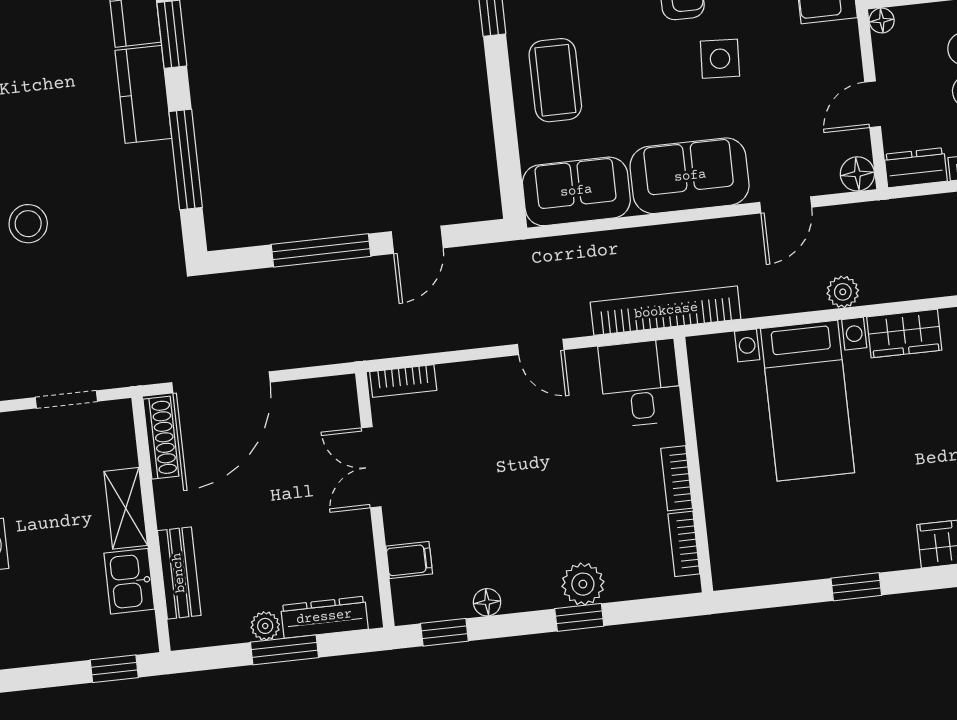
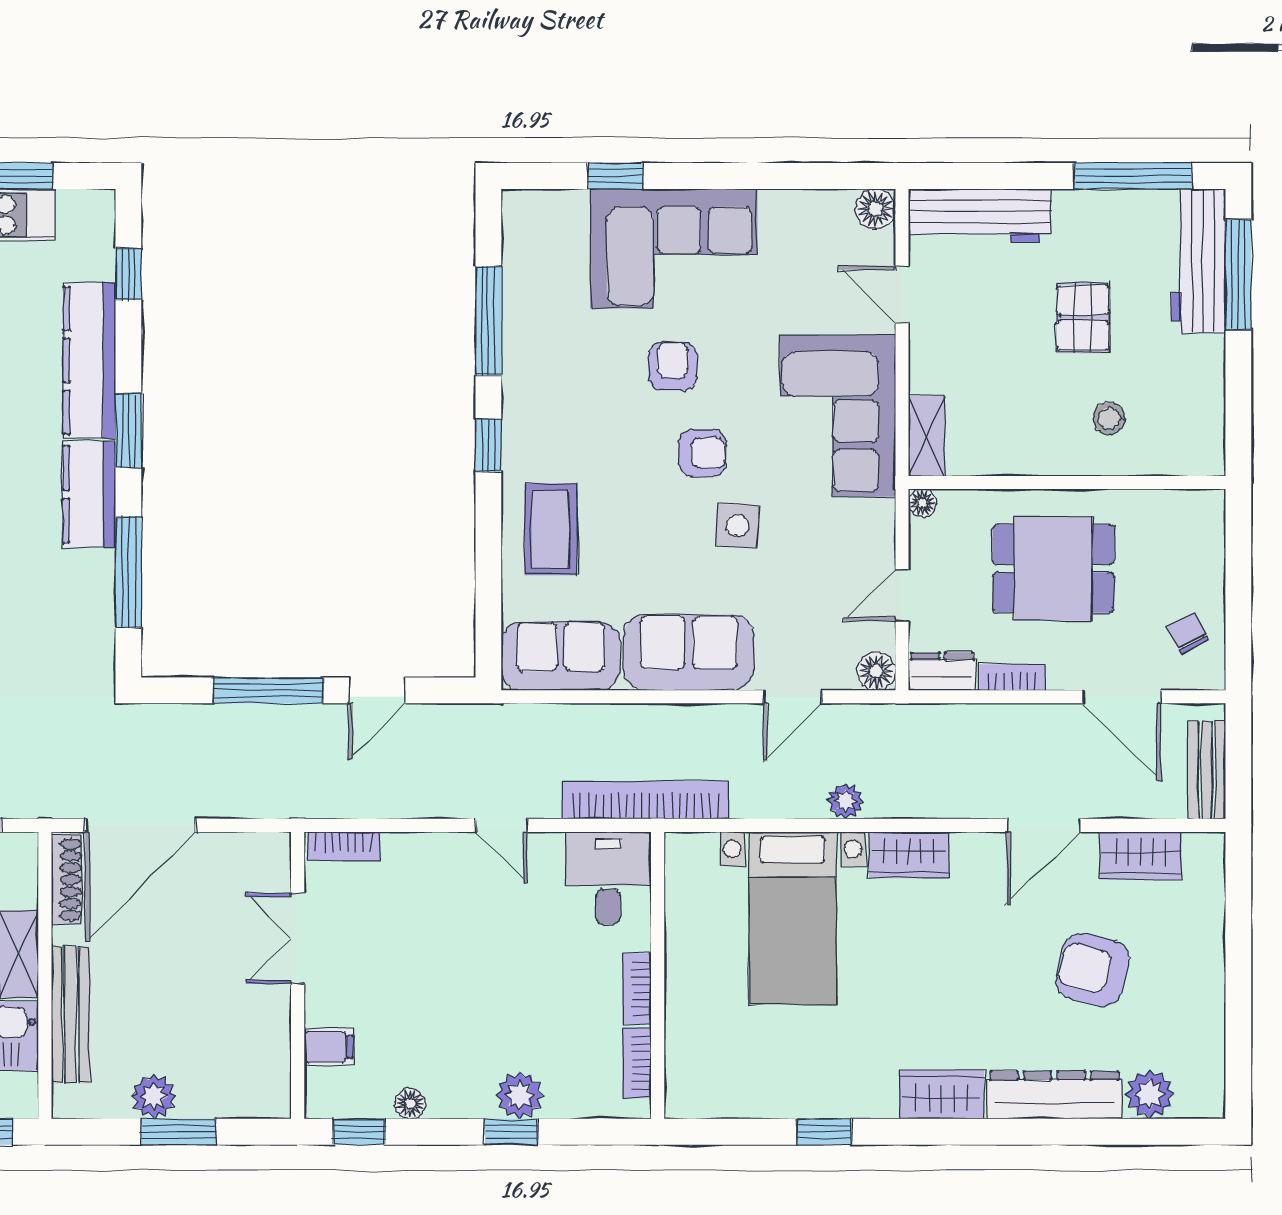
bench: (179, 573) -> (70, 1015), width x1.36
dresser: (324, 617) -> (227, 1100), removed
plant: (265, 626) -> (154, 1097), width x1.38, depth x1.38

